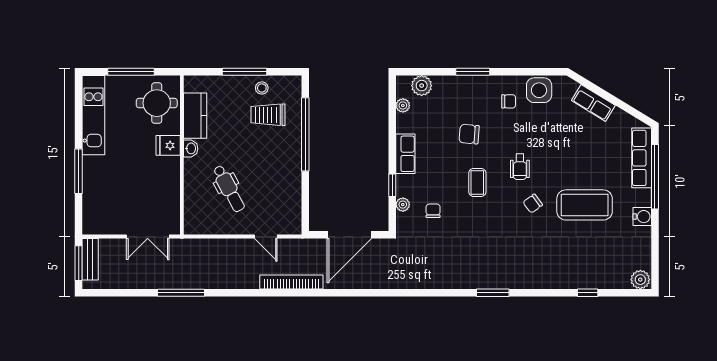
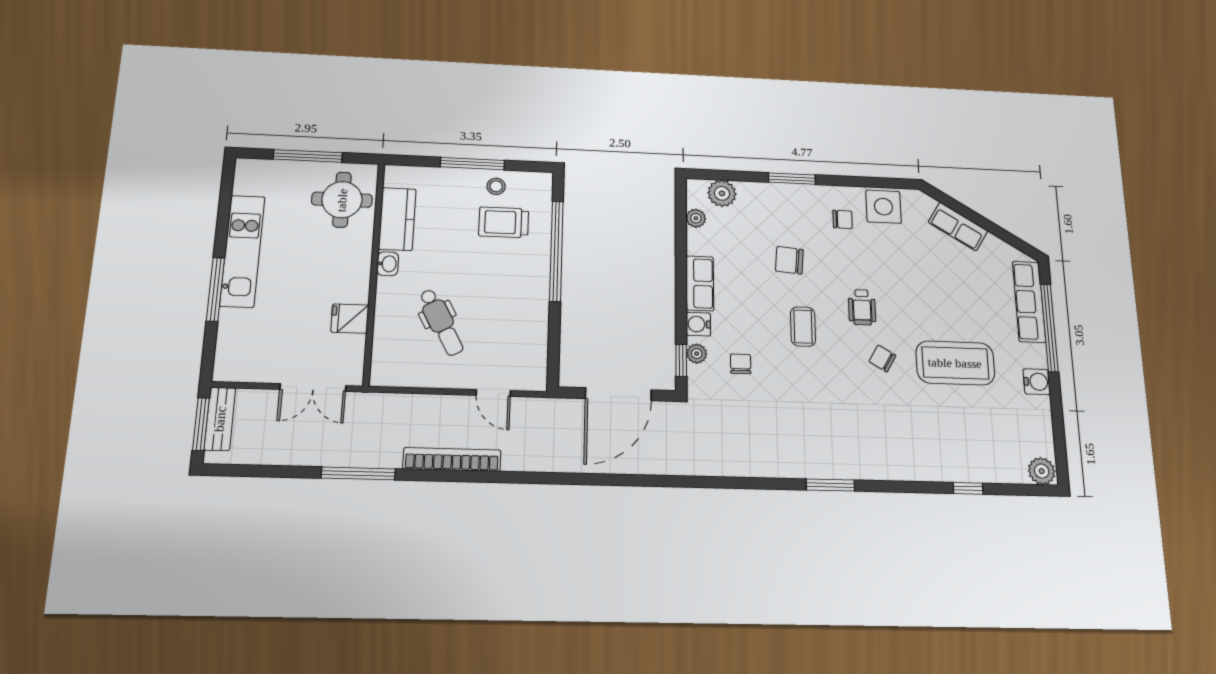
kitchen unit: (93, 115) -> (242, 251), moved
fridge: (168, 145) -> (350, 319), moved
water cooler: (404, 183) -> (698, 324), added
window: (392, 185) -> (681, 361), moved
chair: (533, 204) -> (882, 359), turned 66
bookcase: (291, 282) -> (452, 459), moved

